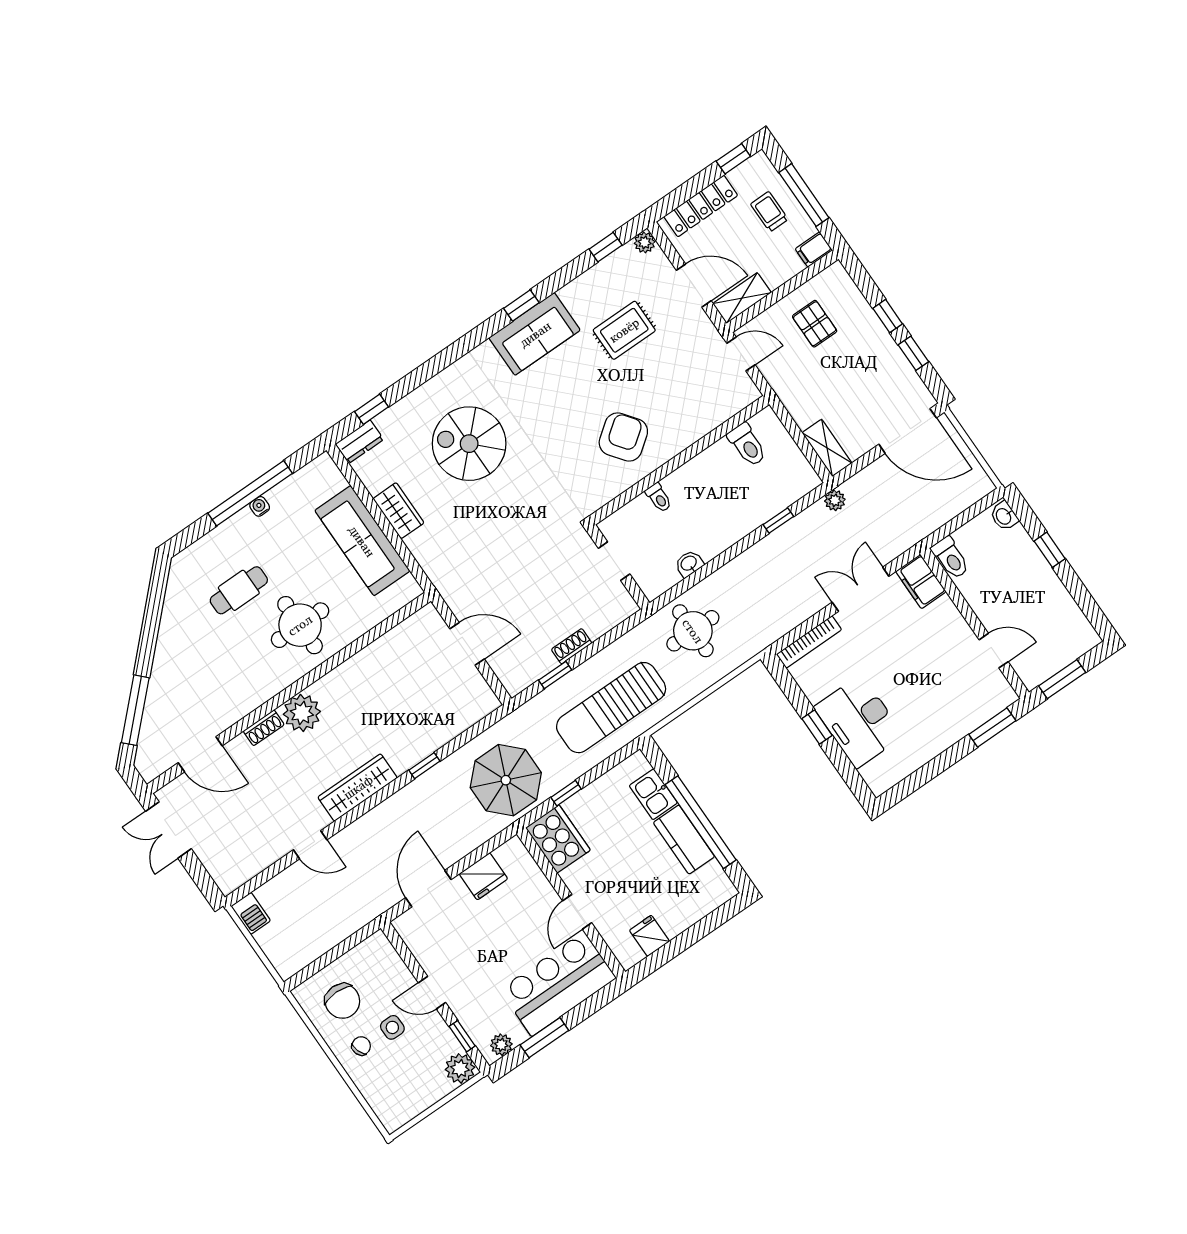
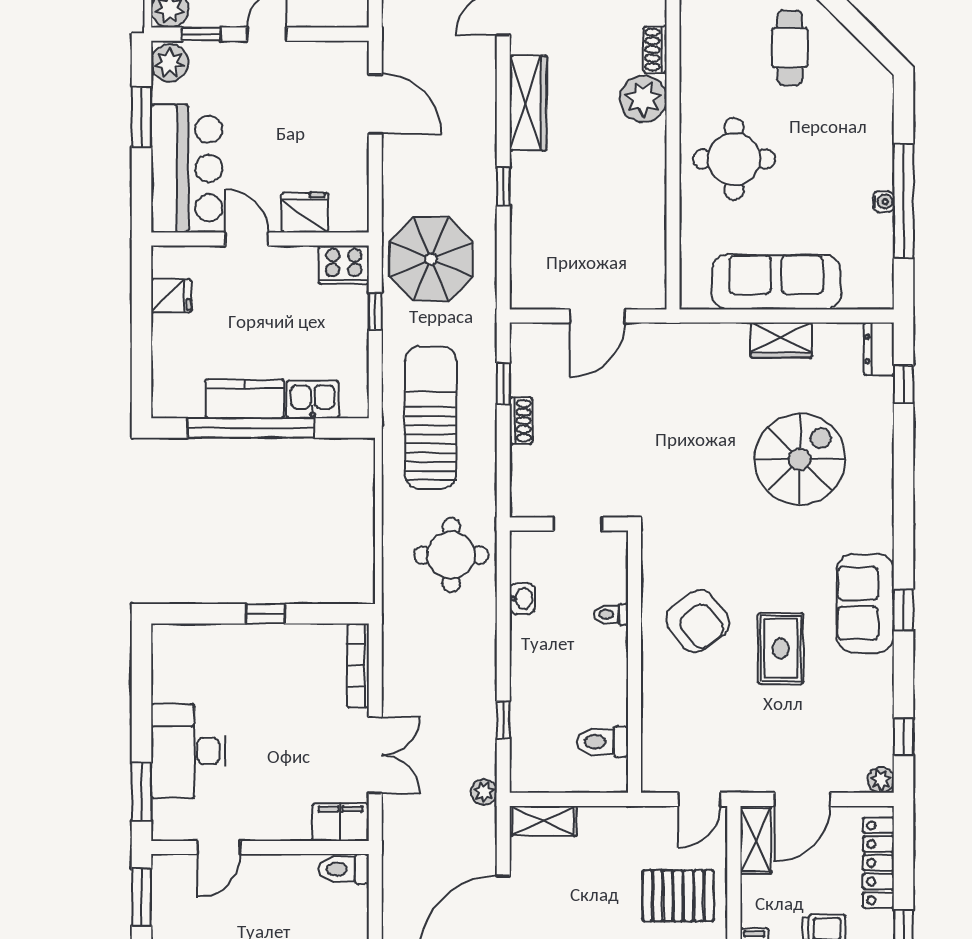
pallet: (815, 324) -> (678, 896), width x1.50, depth x1.42
rug: (624, 330) -> (781, 649), moved
cafe table: (239, 590) -> (790, 48), moved
desk: (859, 721) -> (188, 751), moved, turned -90
cooker: (558, 839) -> (344, 265), width x0.73, depth x0.76
fridge: (483, 876) -> (305, 213), moved, turned 90
plant: (501, 1045) -> (170, 63), width x1.38, depth x1.38

